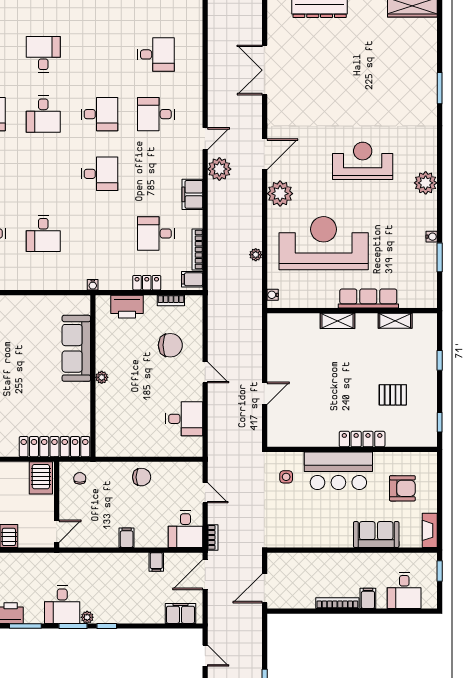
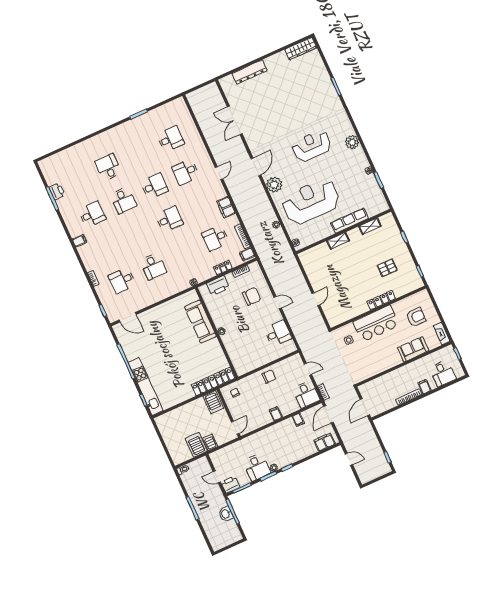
plant: (219, 169) -> (234, 186), removed

